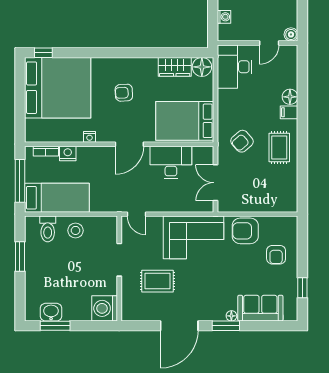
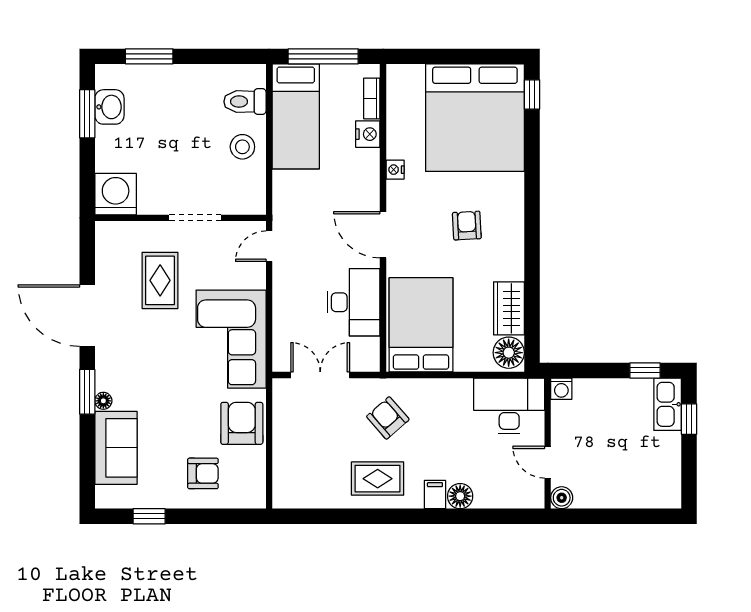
washing machine: (224, 17) -> (561, 389), moved
armchair: (276, 255) -> (203, 473), turned 180
window: (20, 257) -> (149, 56), moved

